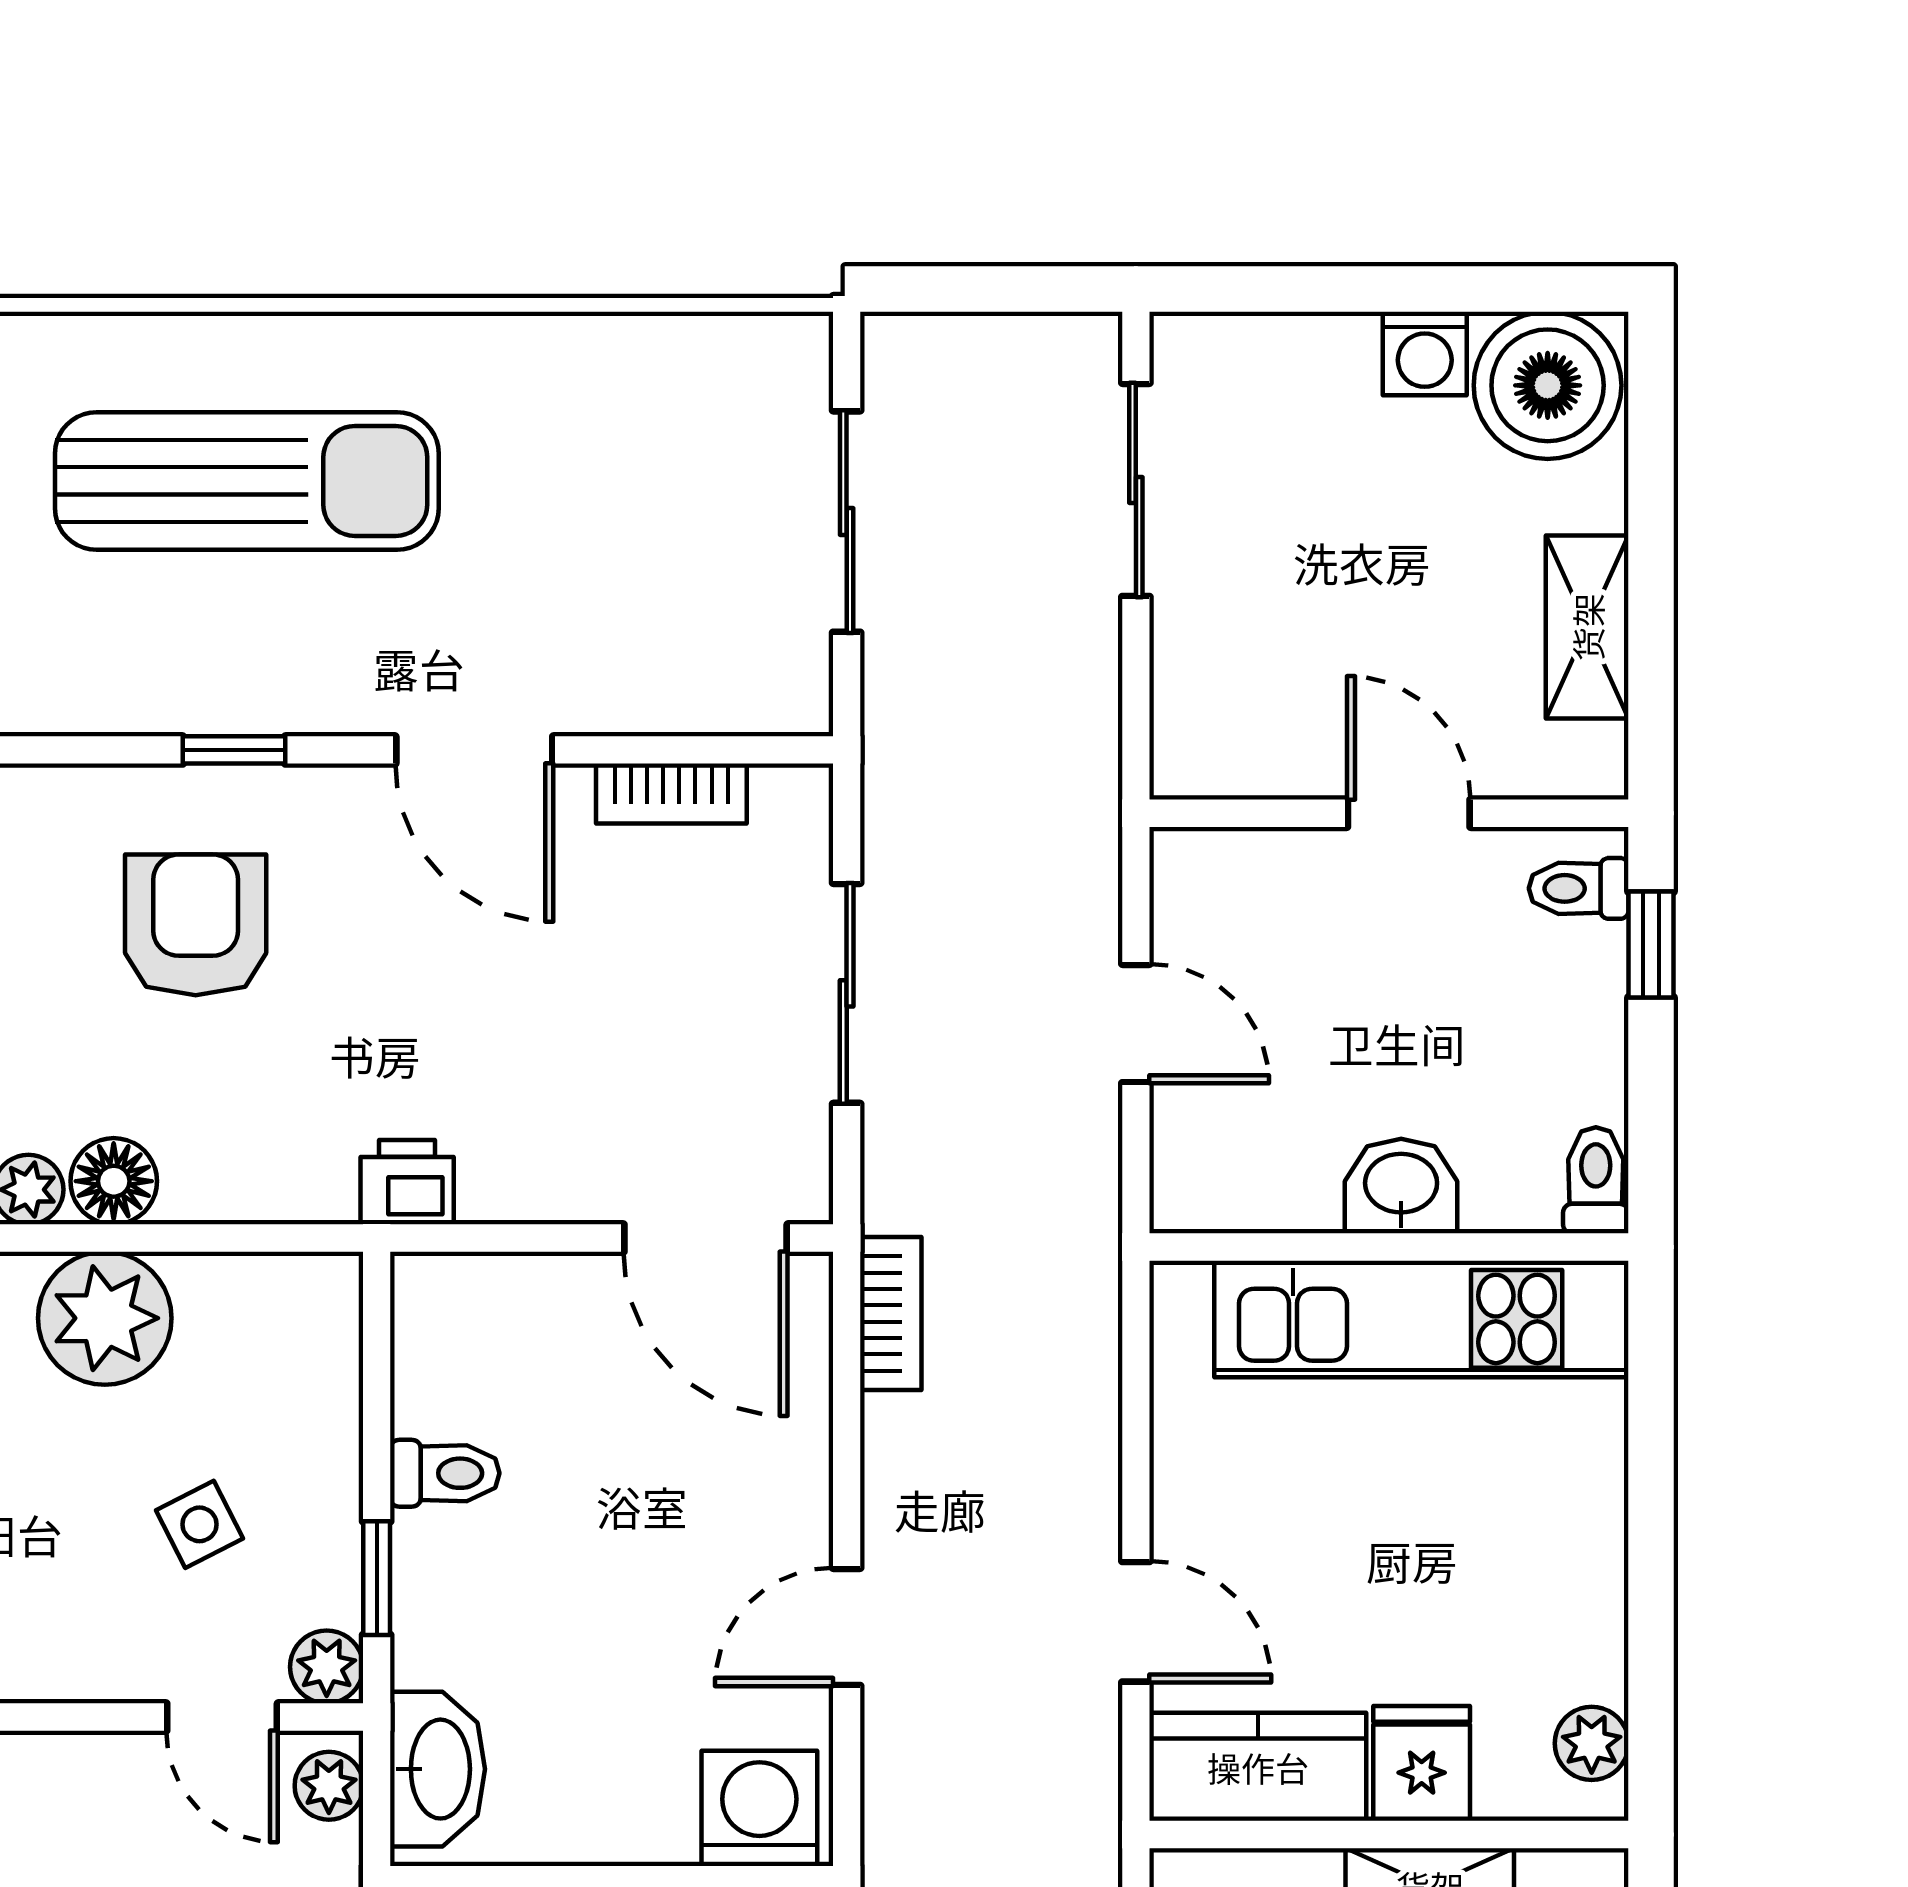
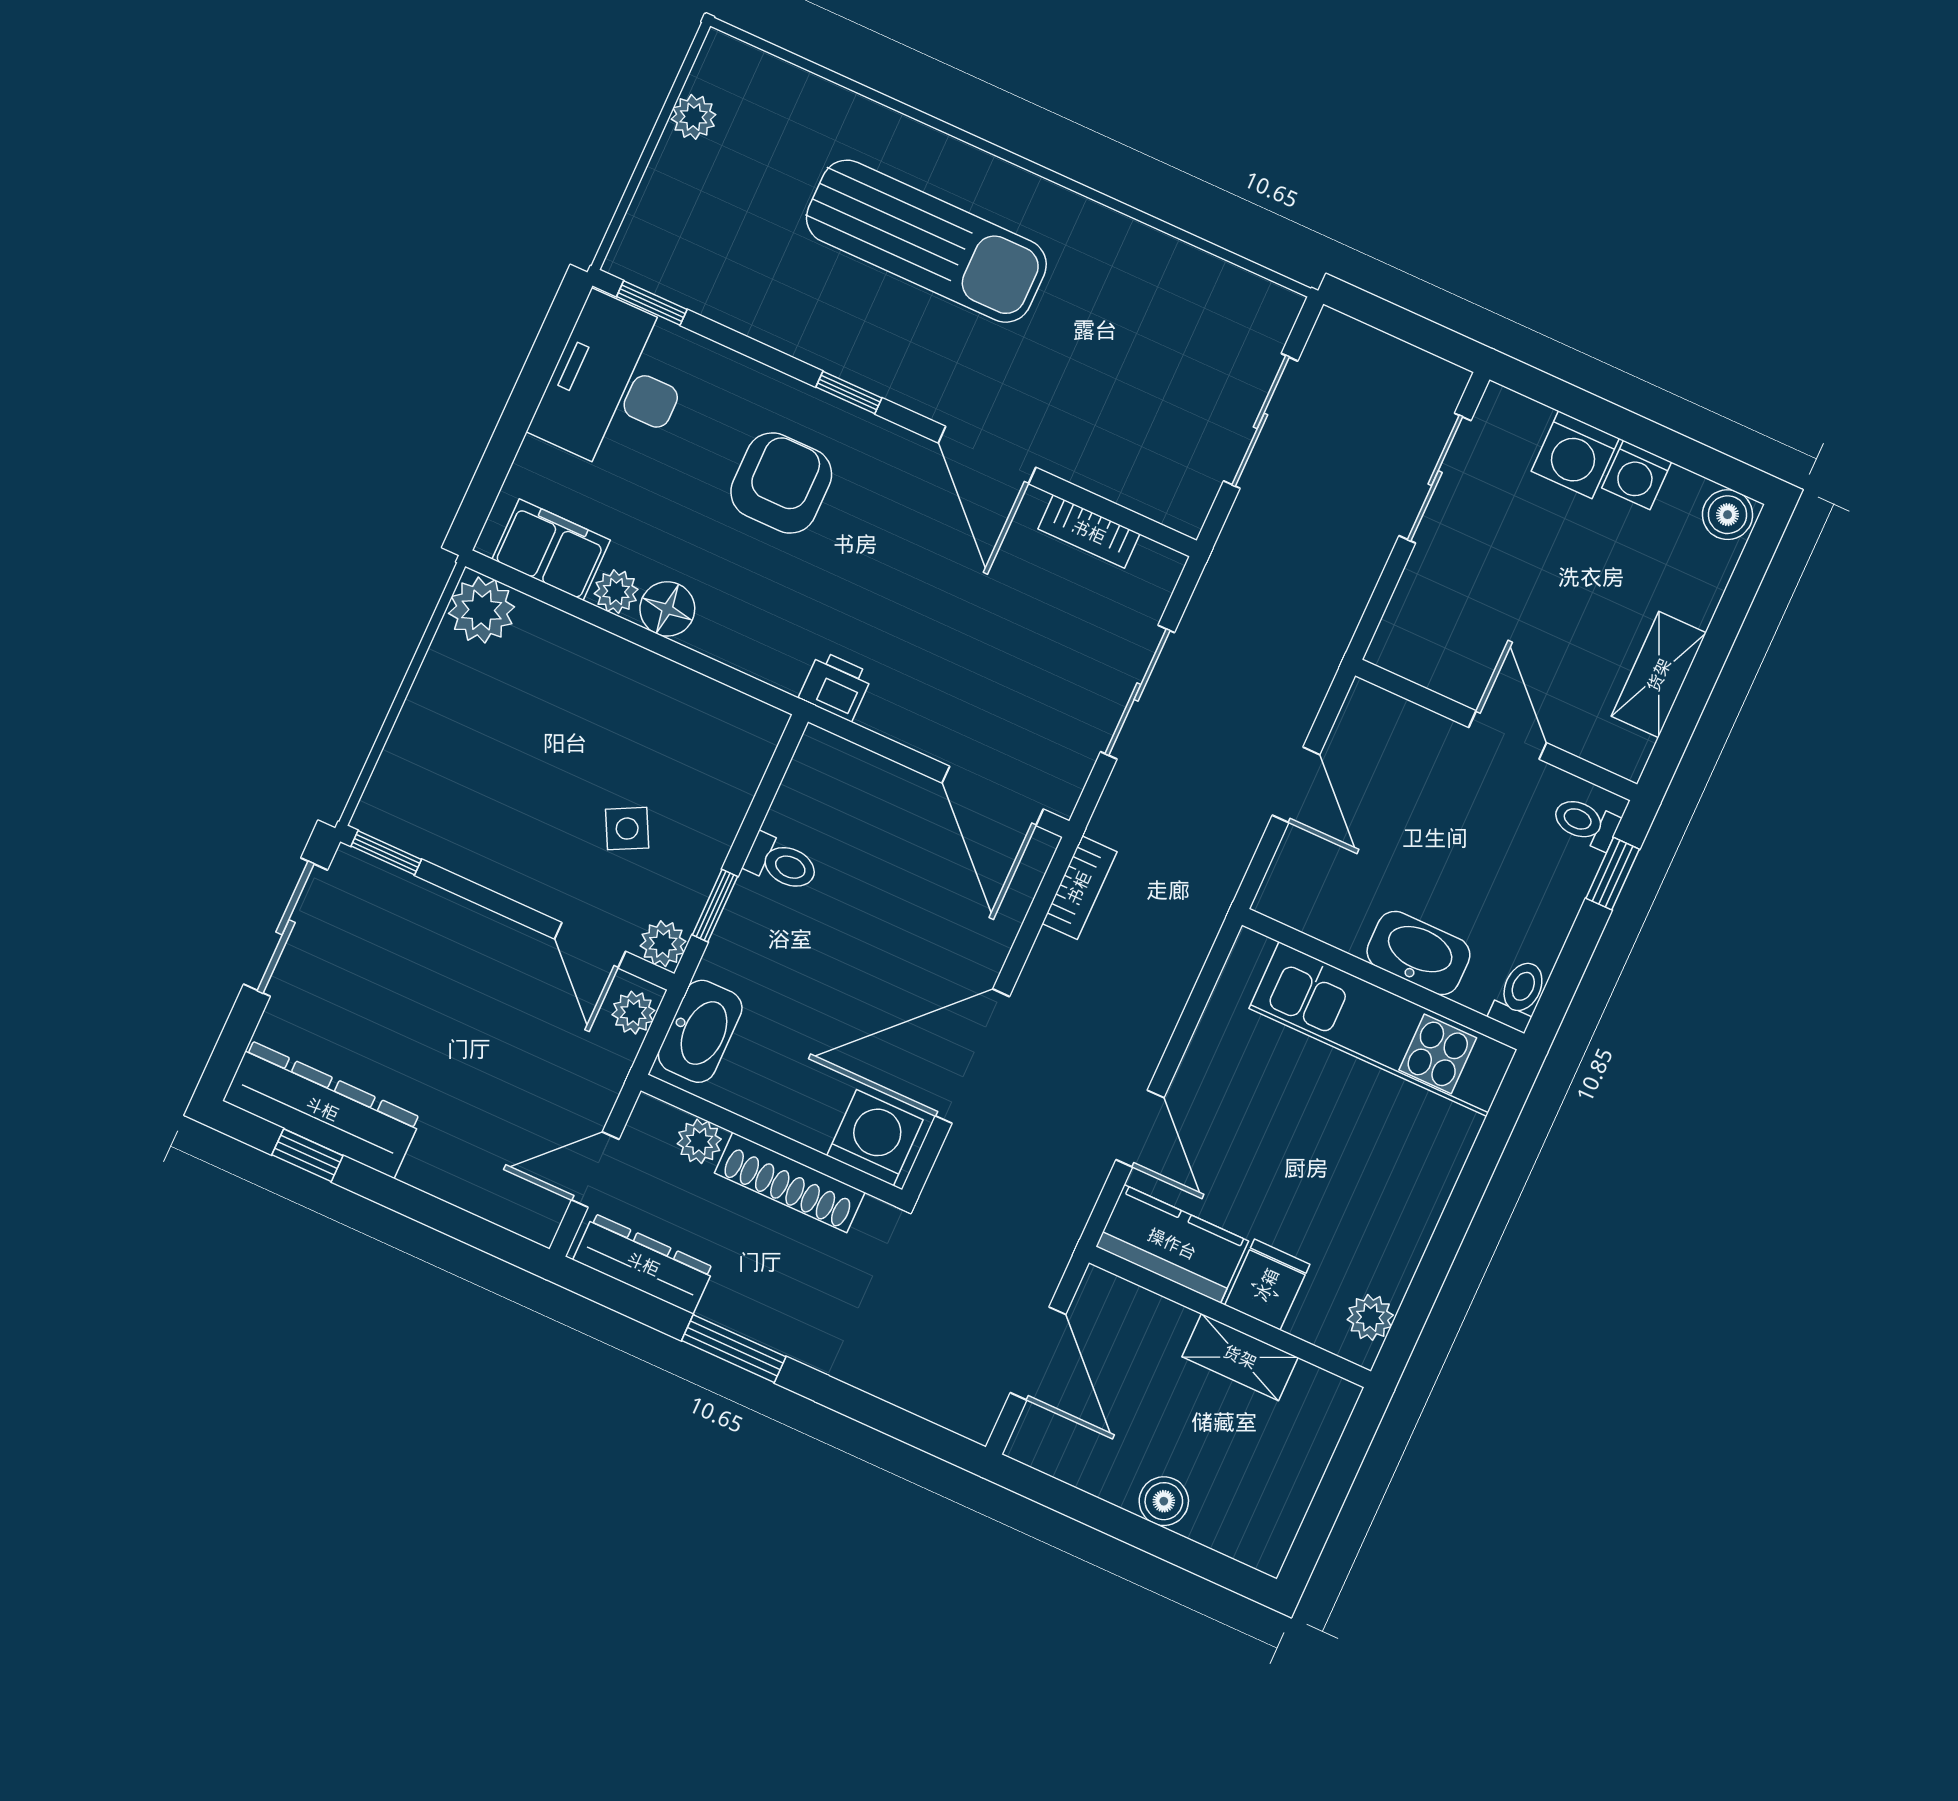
washing machine: (1323, 364) -> (1575, 455), added
boiler: (1548, 385) -> (1728, 515), width x0.54, depth x0.54
washbasin: (1401, 1186) -> (1418, 953), width x1.38
plant: (105, 1318) -> (626, 685), removed
door: (847, 1627) -> (972, 1056), width x1.87

